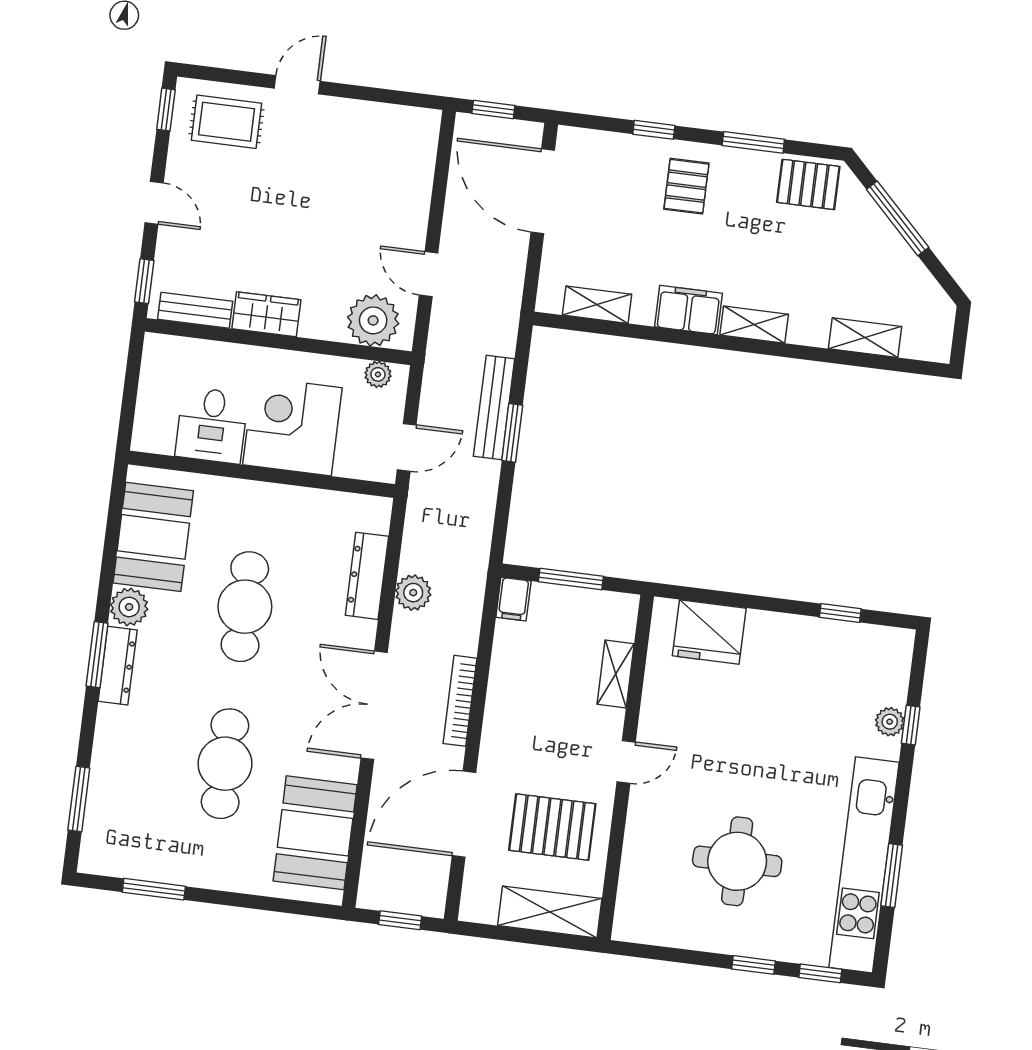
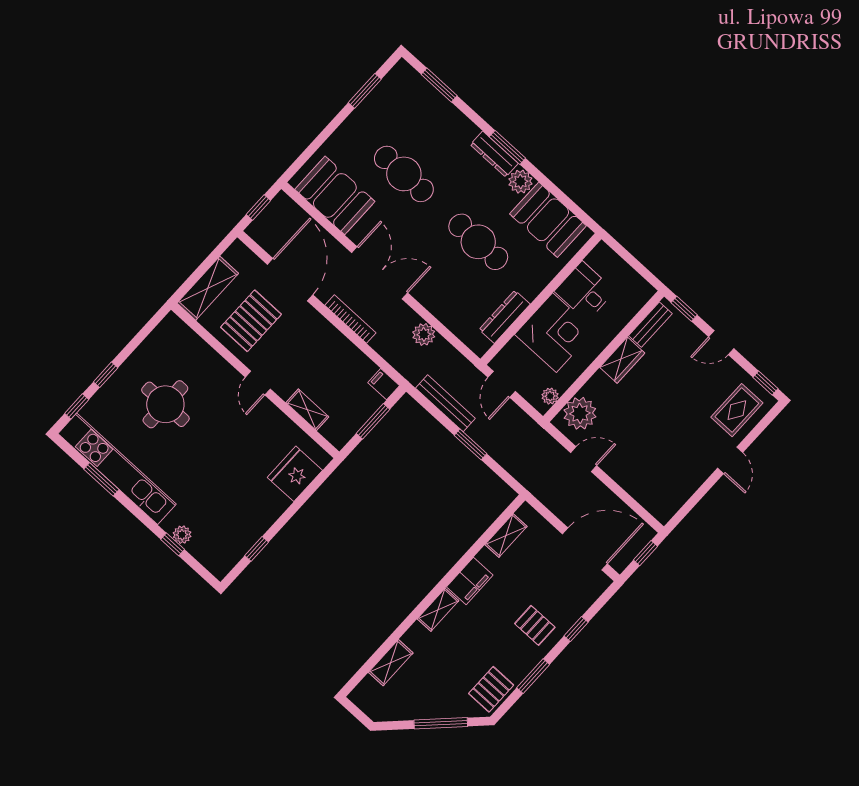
bench: (494, 408) -> (445, 403), moved
dresser: (367, 576) -> (505, 317), moved, turned -90

